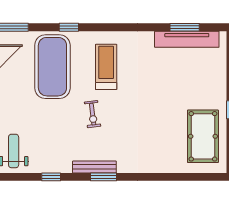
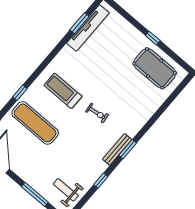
exercise mat: (52, 67) -> (35, 123), width x0.68
exercise bike: (93, 114) -> (97, 113), moved

